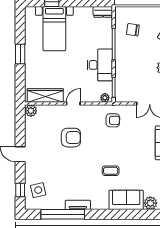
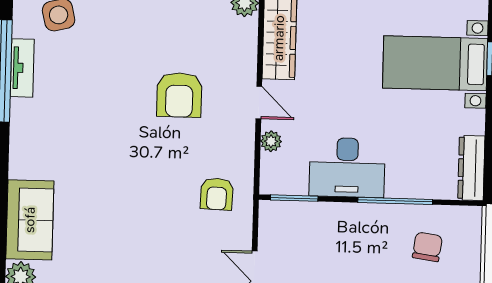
dresser: (103, 12) -> (471, 168), width x1.44
plant: (105, 98) -> (271, 141), moved
coffee table: (111, 171) -> (99, 186), removed
tv unit: (78, 205) -> (22, 68), moved

